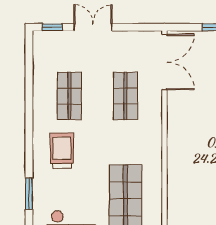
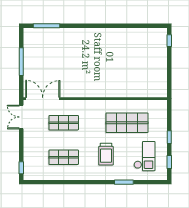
double door: (93, 27) -> (21, 117), moved
trolley: (62, 151) -> (106, 154), moved, turned -90

